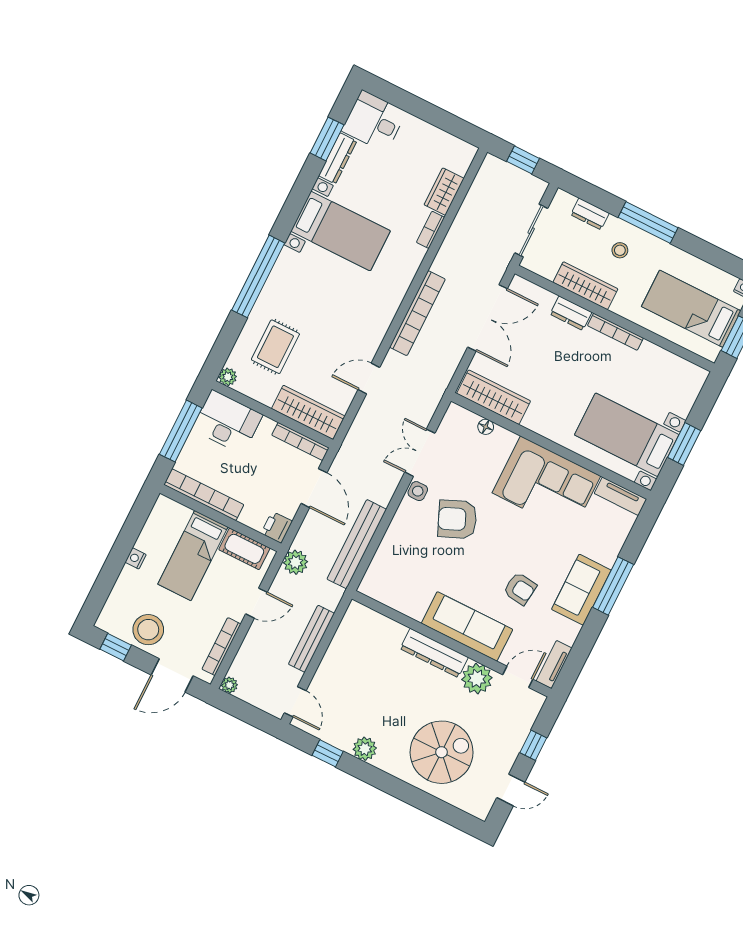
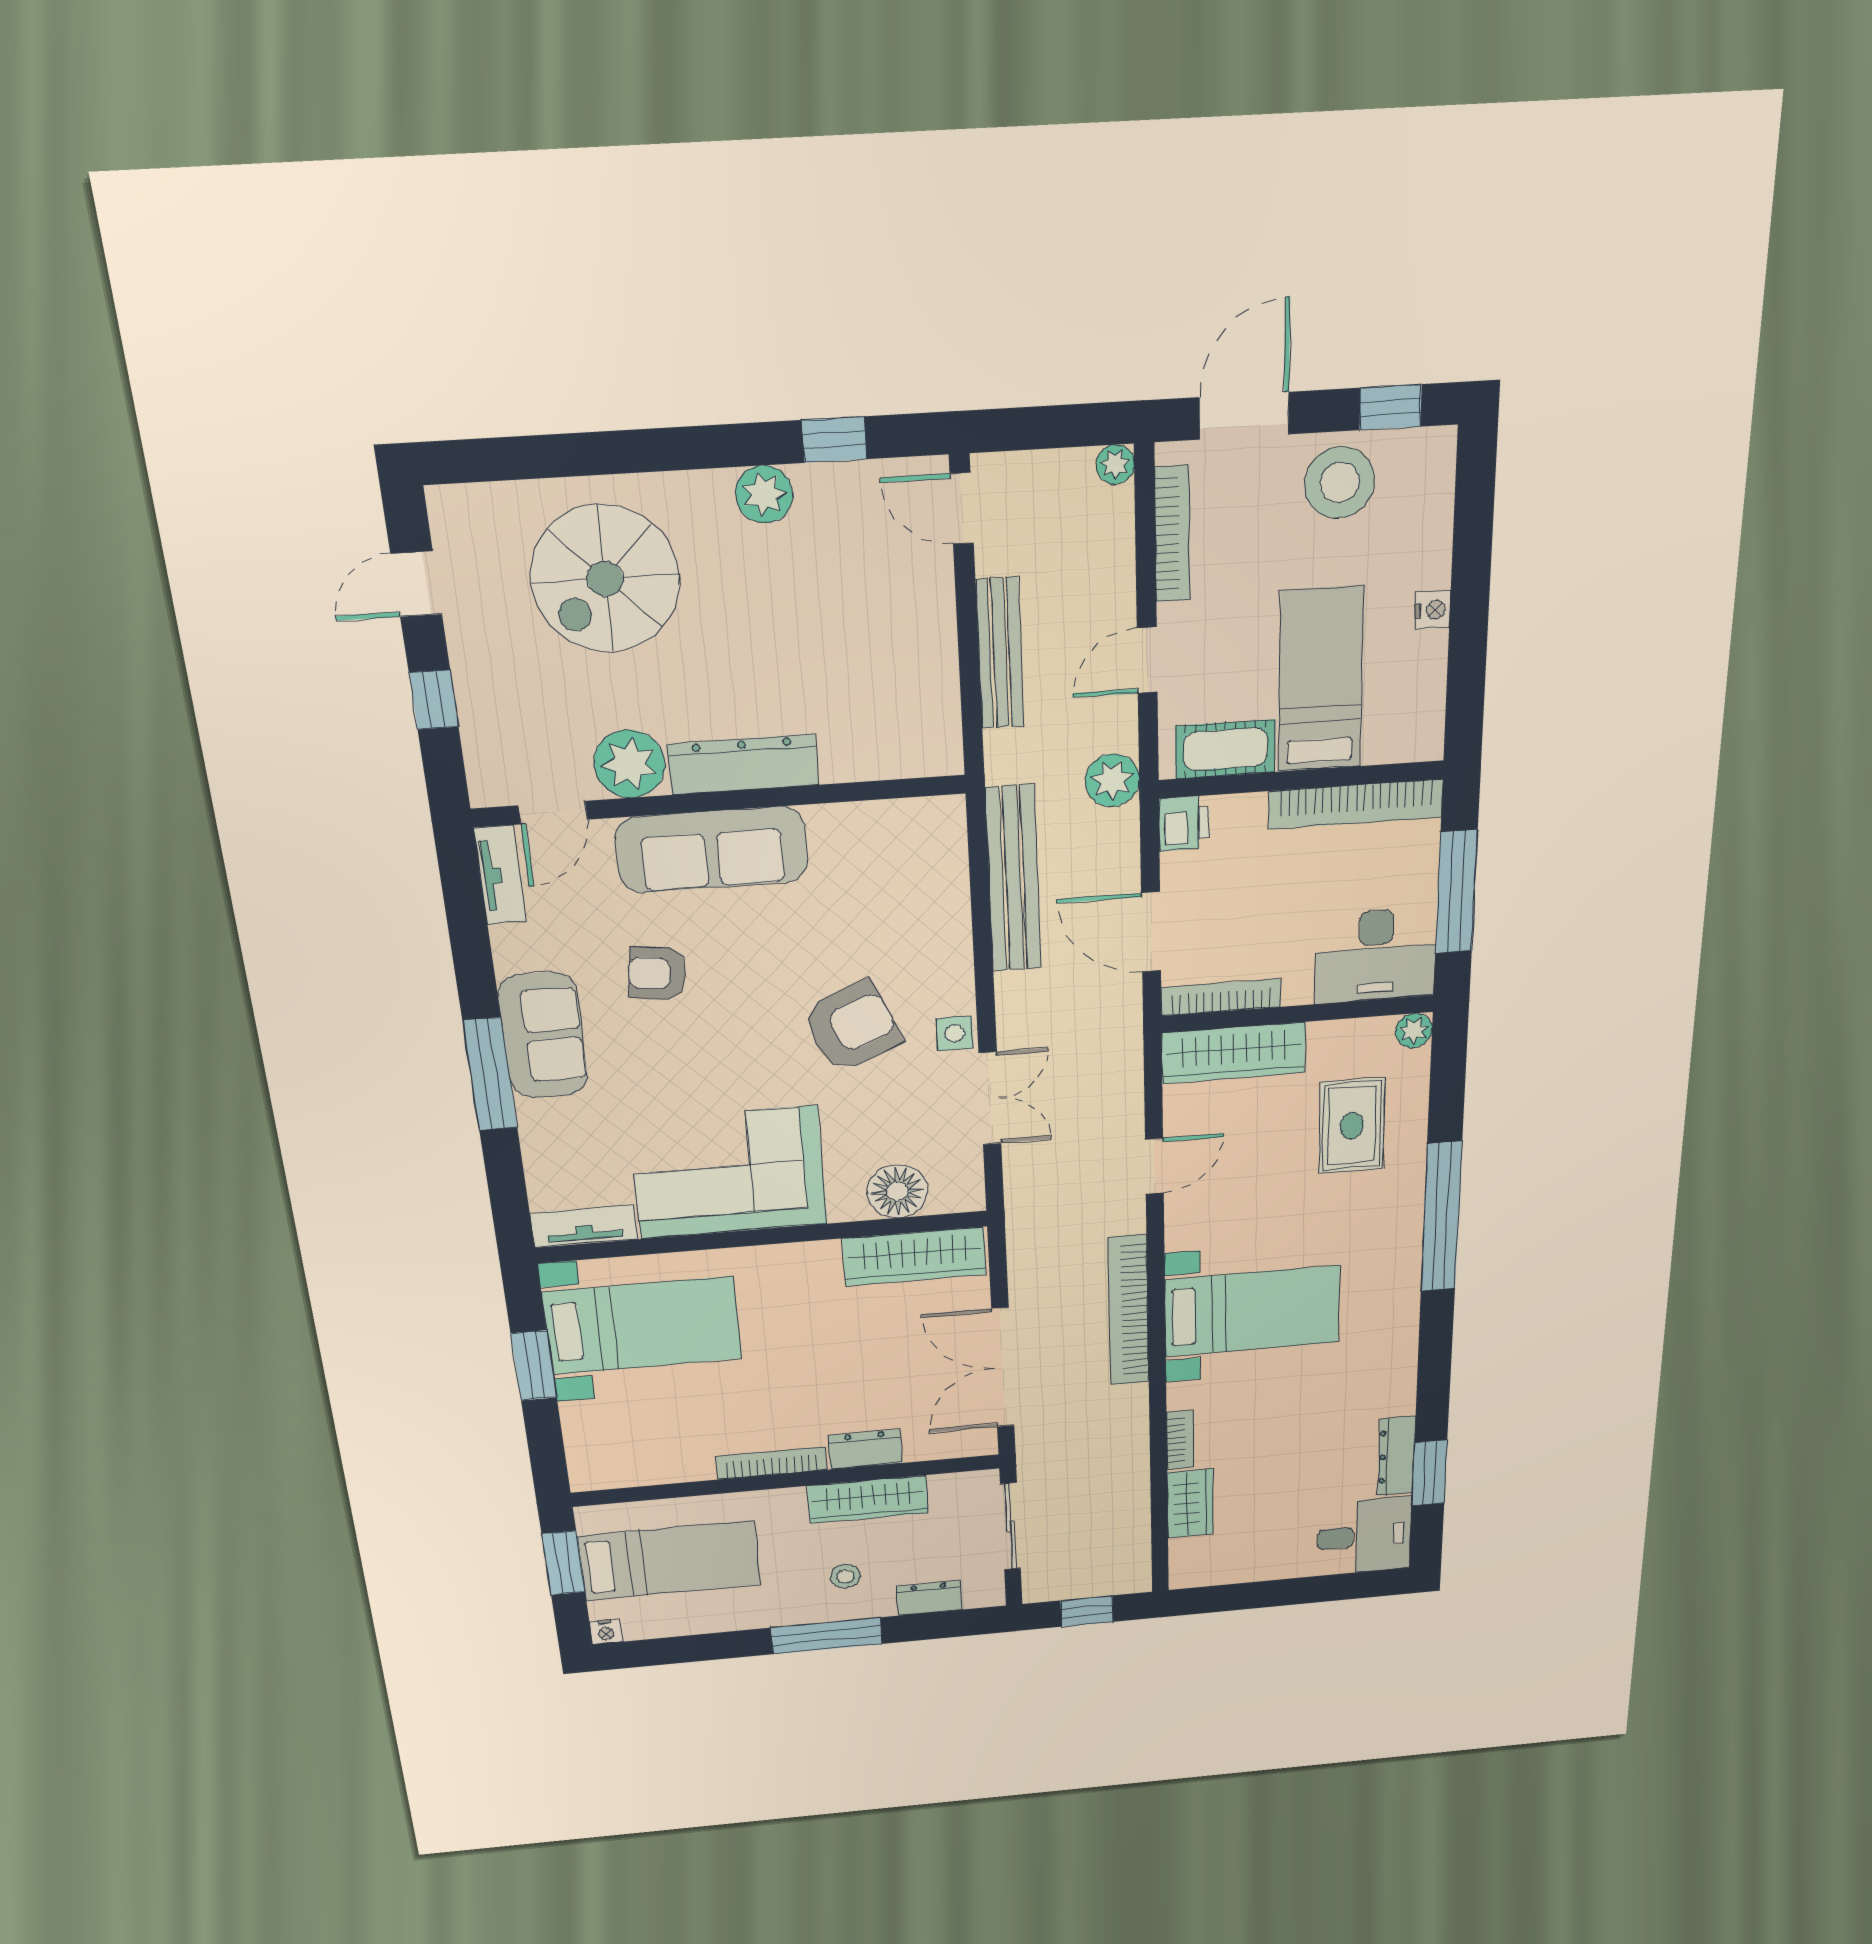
bed with nightstands: (341, 231) -> (1252, 1311), moved, turned 180
floor lamp: (486, 427) -> (897, 1191), width x1.89, depth x1.89

